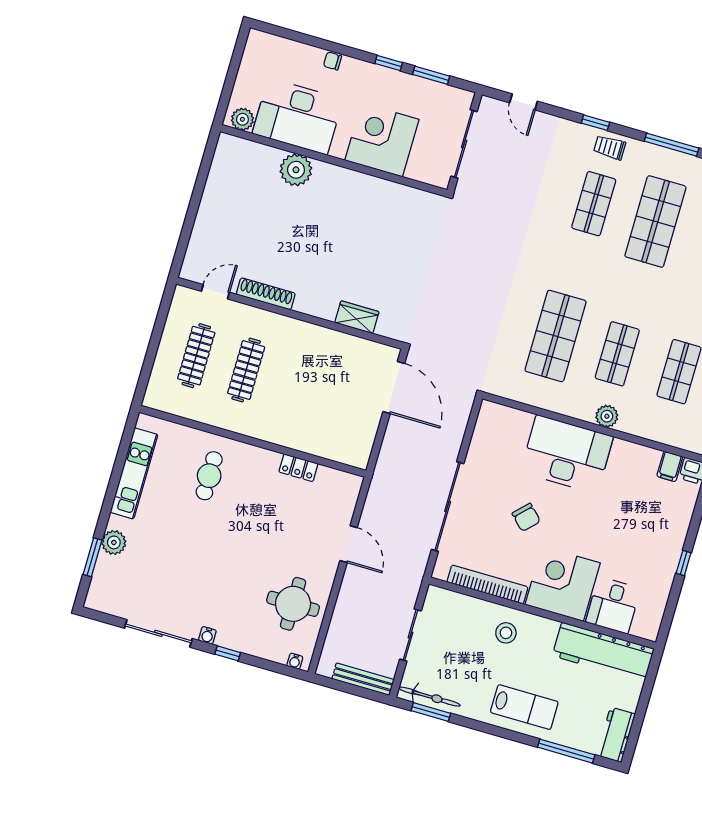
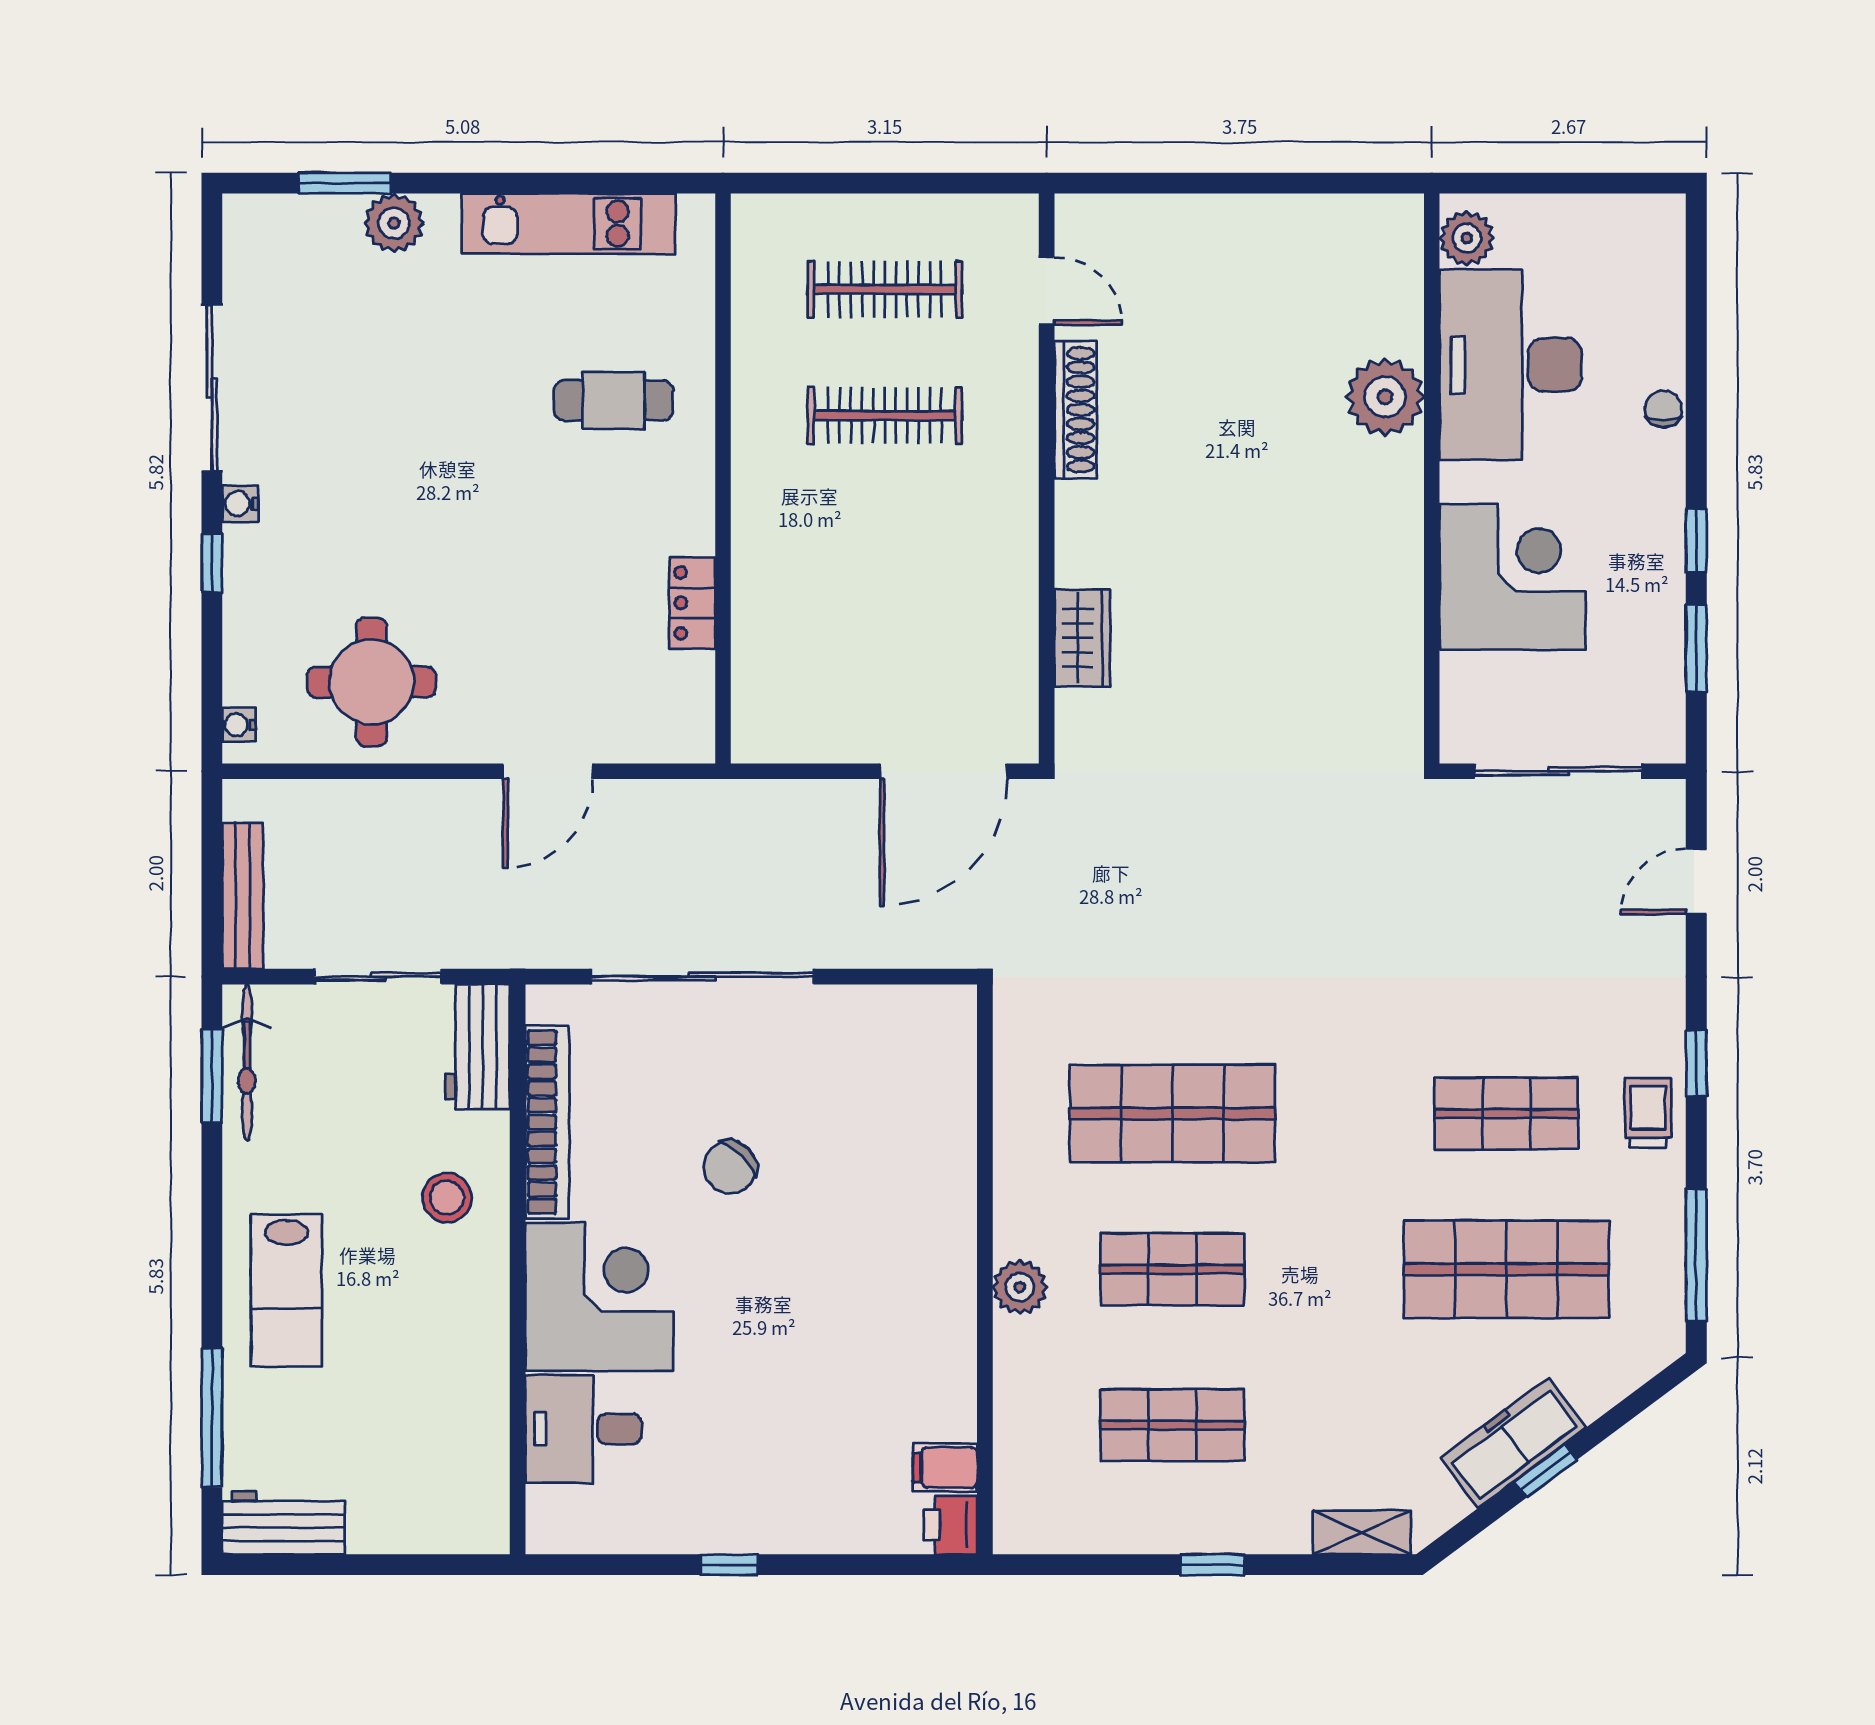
desk: (567, 454) -> (904, 1219), removed
workbench: (603, 652) -> (478, 1047), moved, width x0.53, depth x0.76

